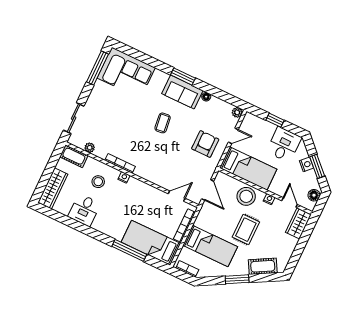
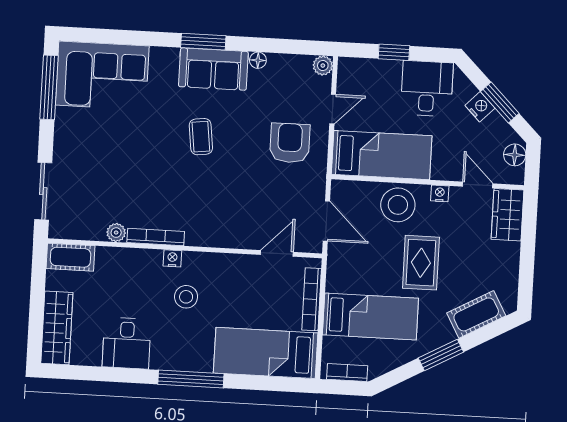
plant: (90, 148) -> (116, 233), moved
stool: (98, 182) -> (186, 297), moved
window: (129, 250) -> (191, 379), moved

